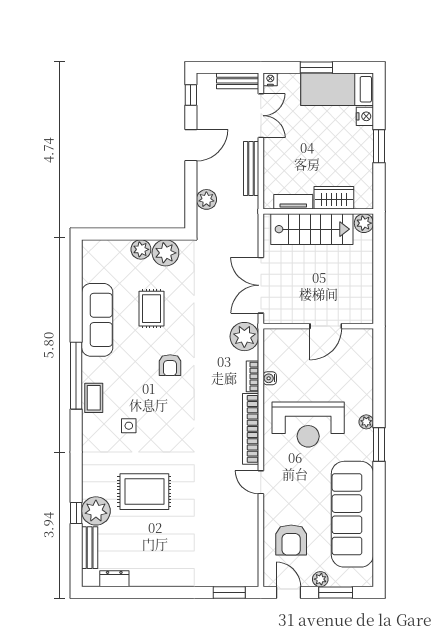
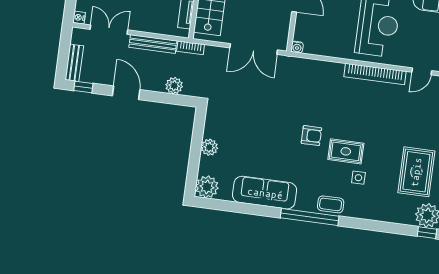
bench: (238, 81) -> (74, 63), moved
plant: (165, 253) -> (207, 187), moved
rug: (151, 309) -> (346, 151), moved
plant: (244, 337) -> (295, 69), removed
bookcase: (252, 376) -> (191, 48), moved
water cooler: (270, 378) -> (297, 47), moved

